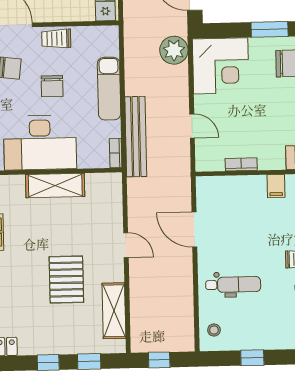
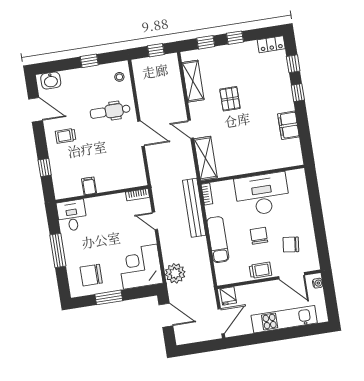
bookcase: (241, 164) -> (137, 195), moved
shelving: (55, 185) -> (206, 158), moved, turned 90
door: (194, 230) -> (141, 134), moved
pallet: (66, 279) -> (230, 99), width x0.67, depth x0.71

